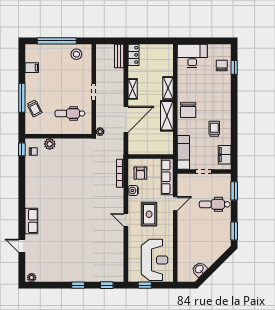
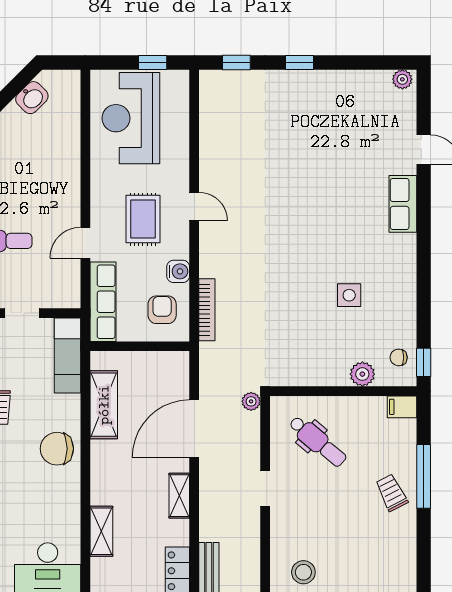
filing cabinet: (32, 68) -> (402, 407), moved
shelving: (168, 88) -> (101, 531), moved
trolley: (34, 108) -> (391, 493), moved
chair: (188, 110) -> (57, 449), turned -90
dental chair: (70, 113) -> (318, 441), turned 40
shelving: (167, 116) -> (104, 405), moved
side table: (56, 180) -> (349, 295), added

